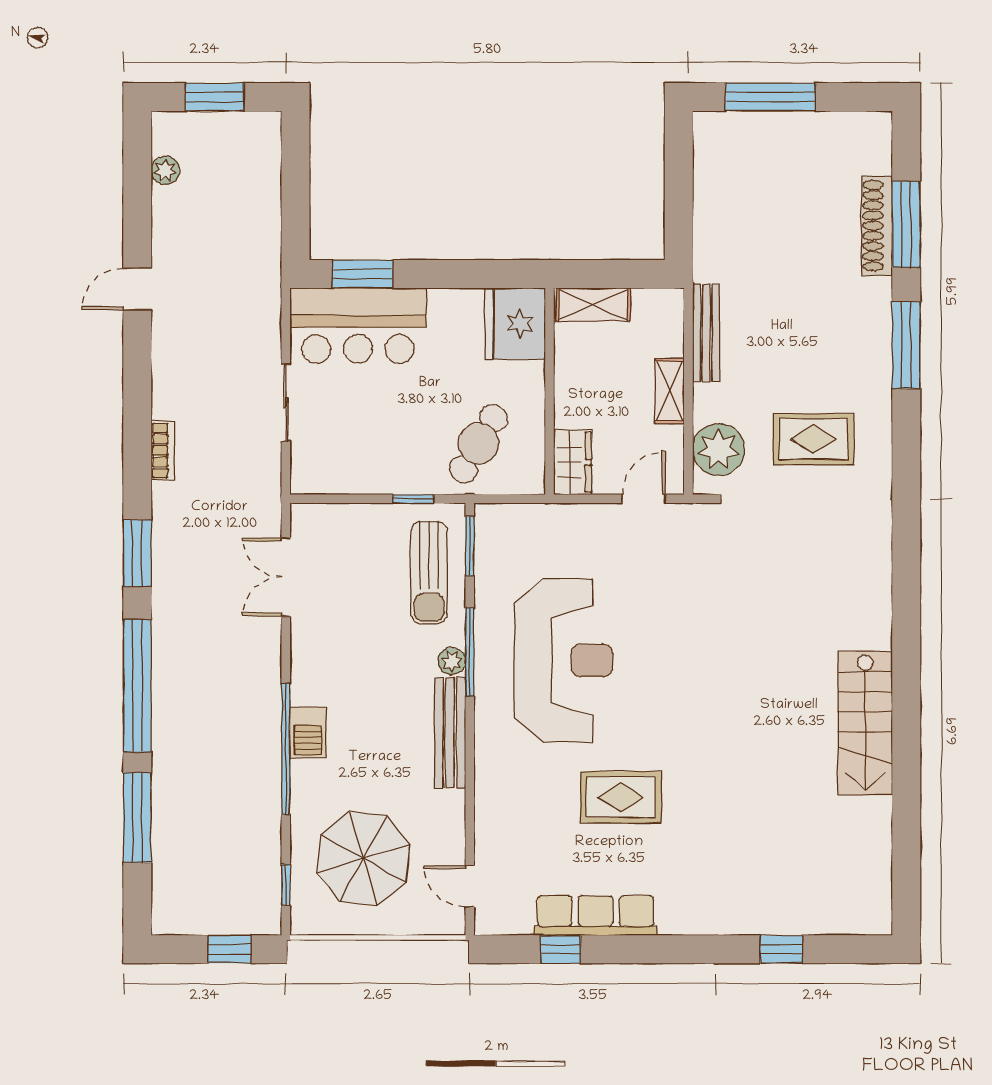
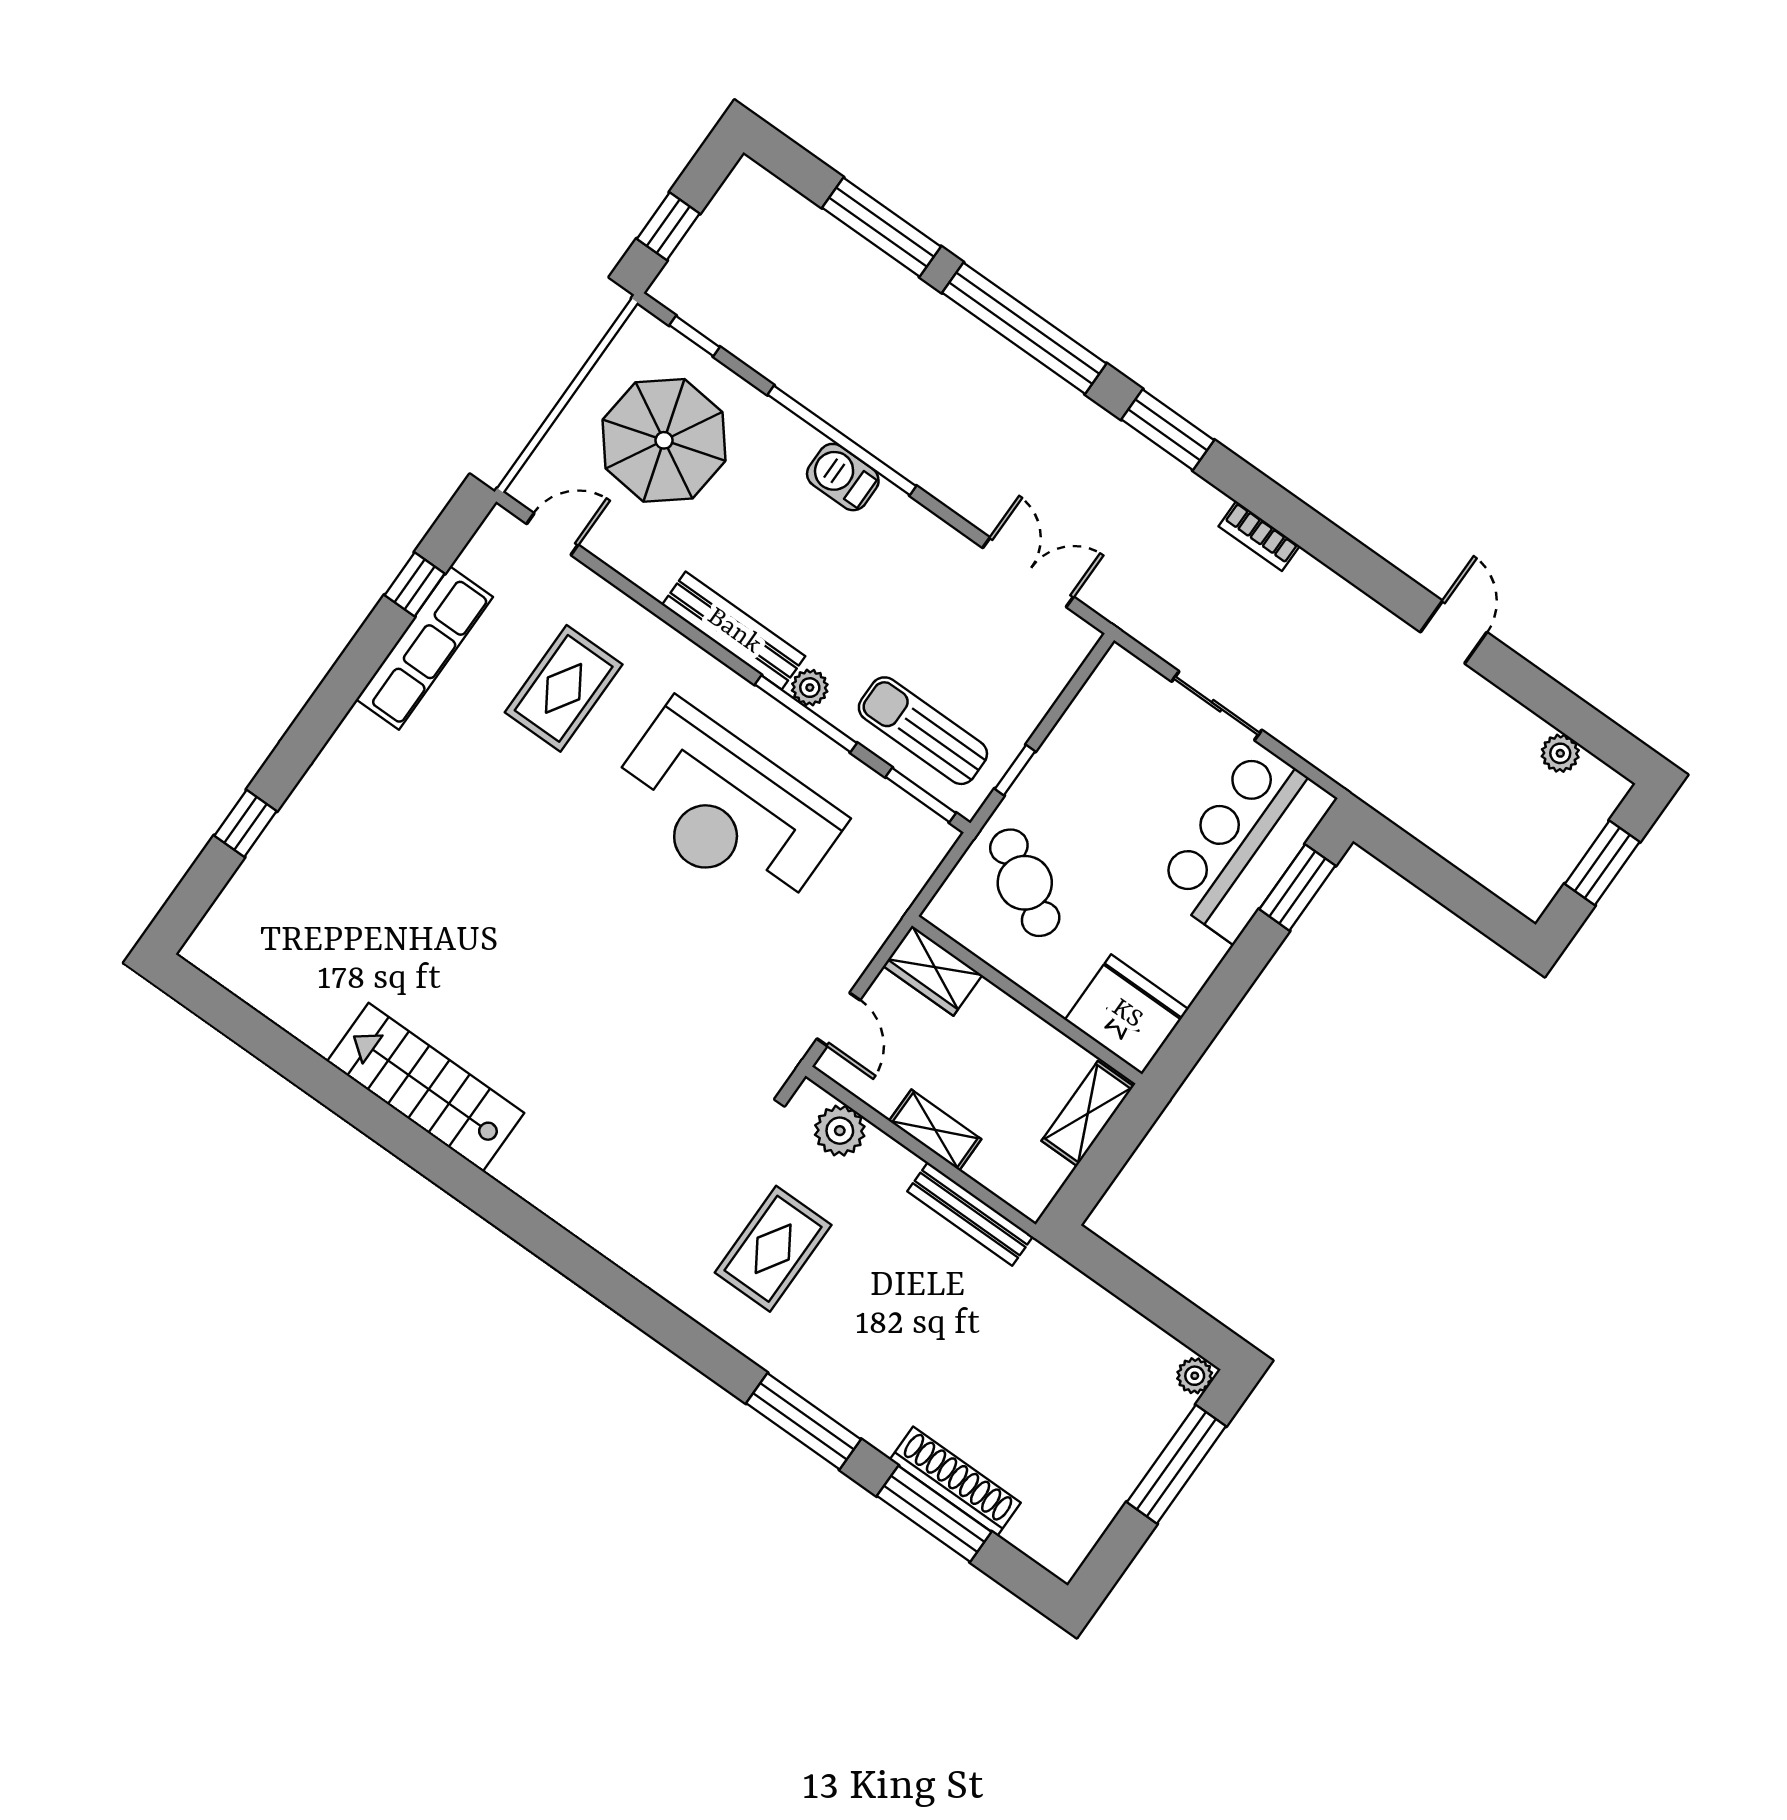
plant: (708, 124) -> (1195, 1376), added
plant: (719, 450) -> (840, 1131), width x0.73, depth x0.73
rug: (621, 797) -> (564, 688), moved

